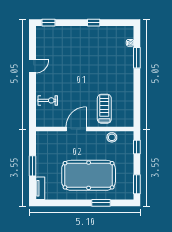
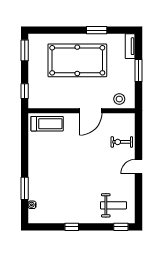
weight bench: (55, 42) -> (114, 205), added
door: (32, 66) -> (138, 167), moved
treadmill: (104, 109) -> (47, 124), moved, turned -90
stool: (112, 137) -> (119, 99), moved
window: (101, 203) -> (97, 30), moved

